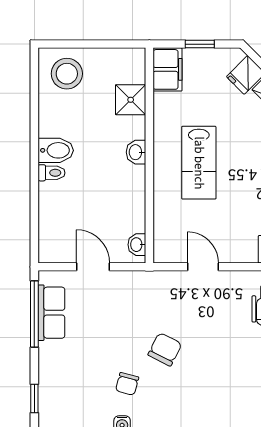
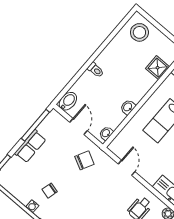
bidet: (56, 150) -> (68, 101), moved, turned -90
washbasin: (136, 152) -> (128, 107), moved
row of seats: (51, 313) -> (30, 146), moved
chair: (165, 349) -> (84, 160), moved

